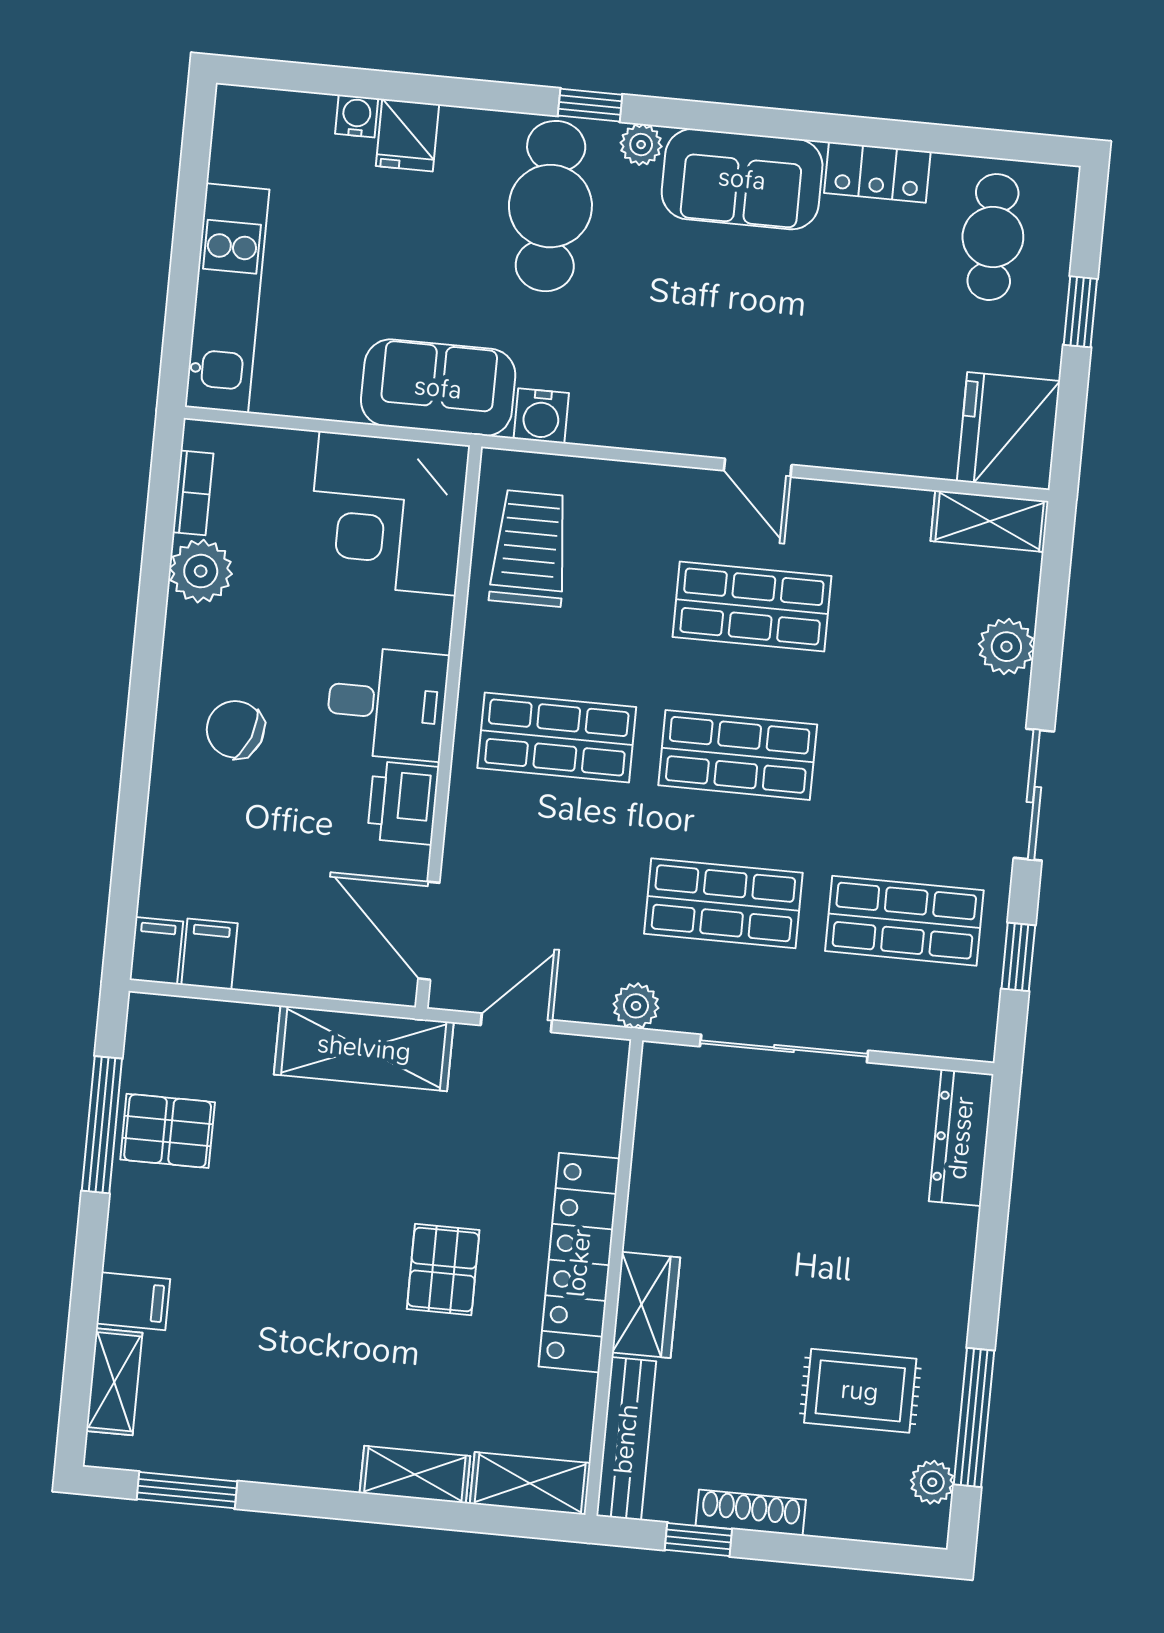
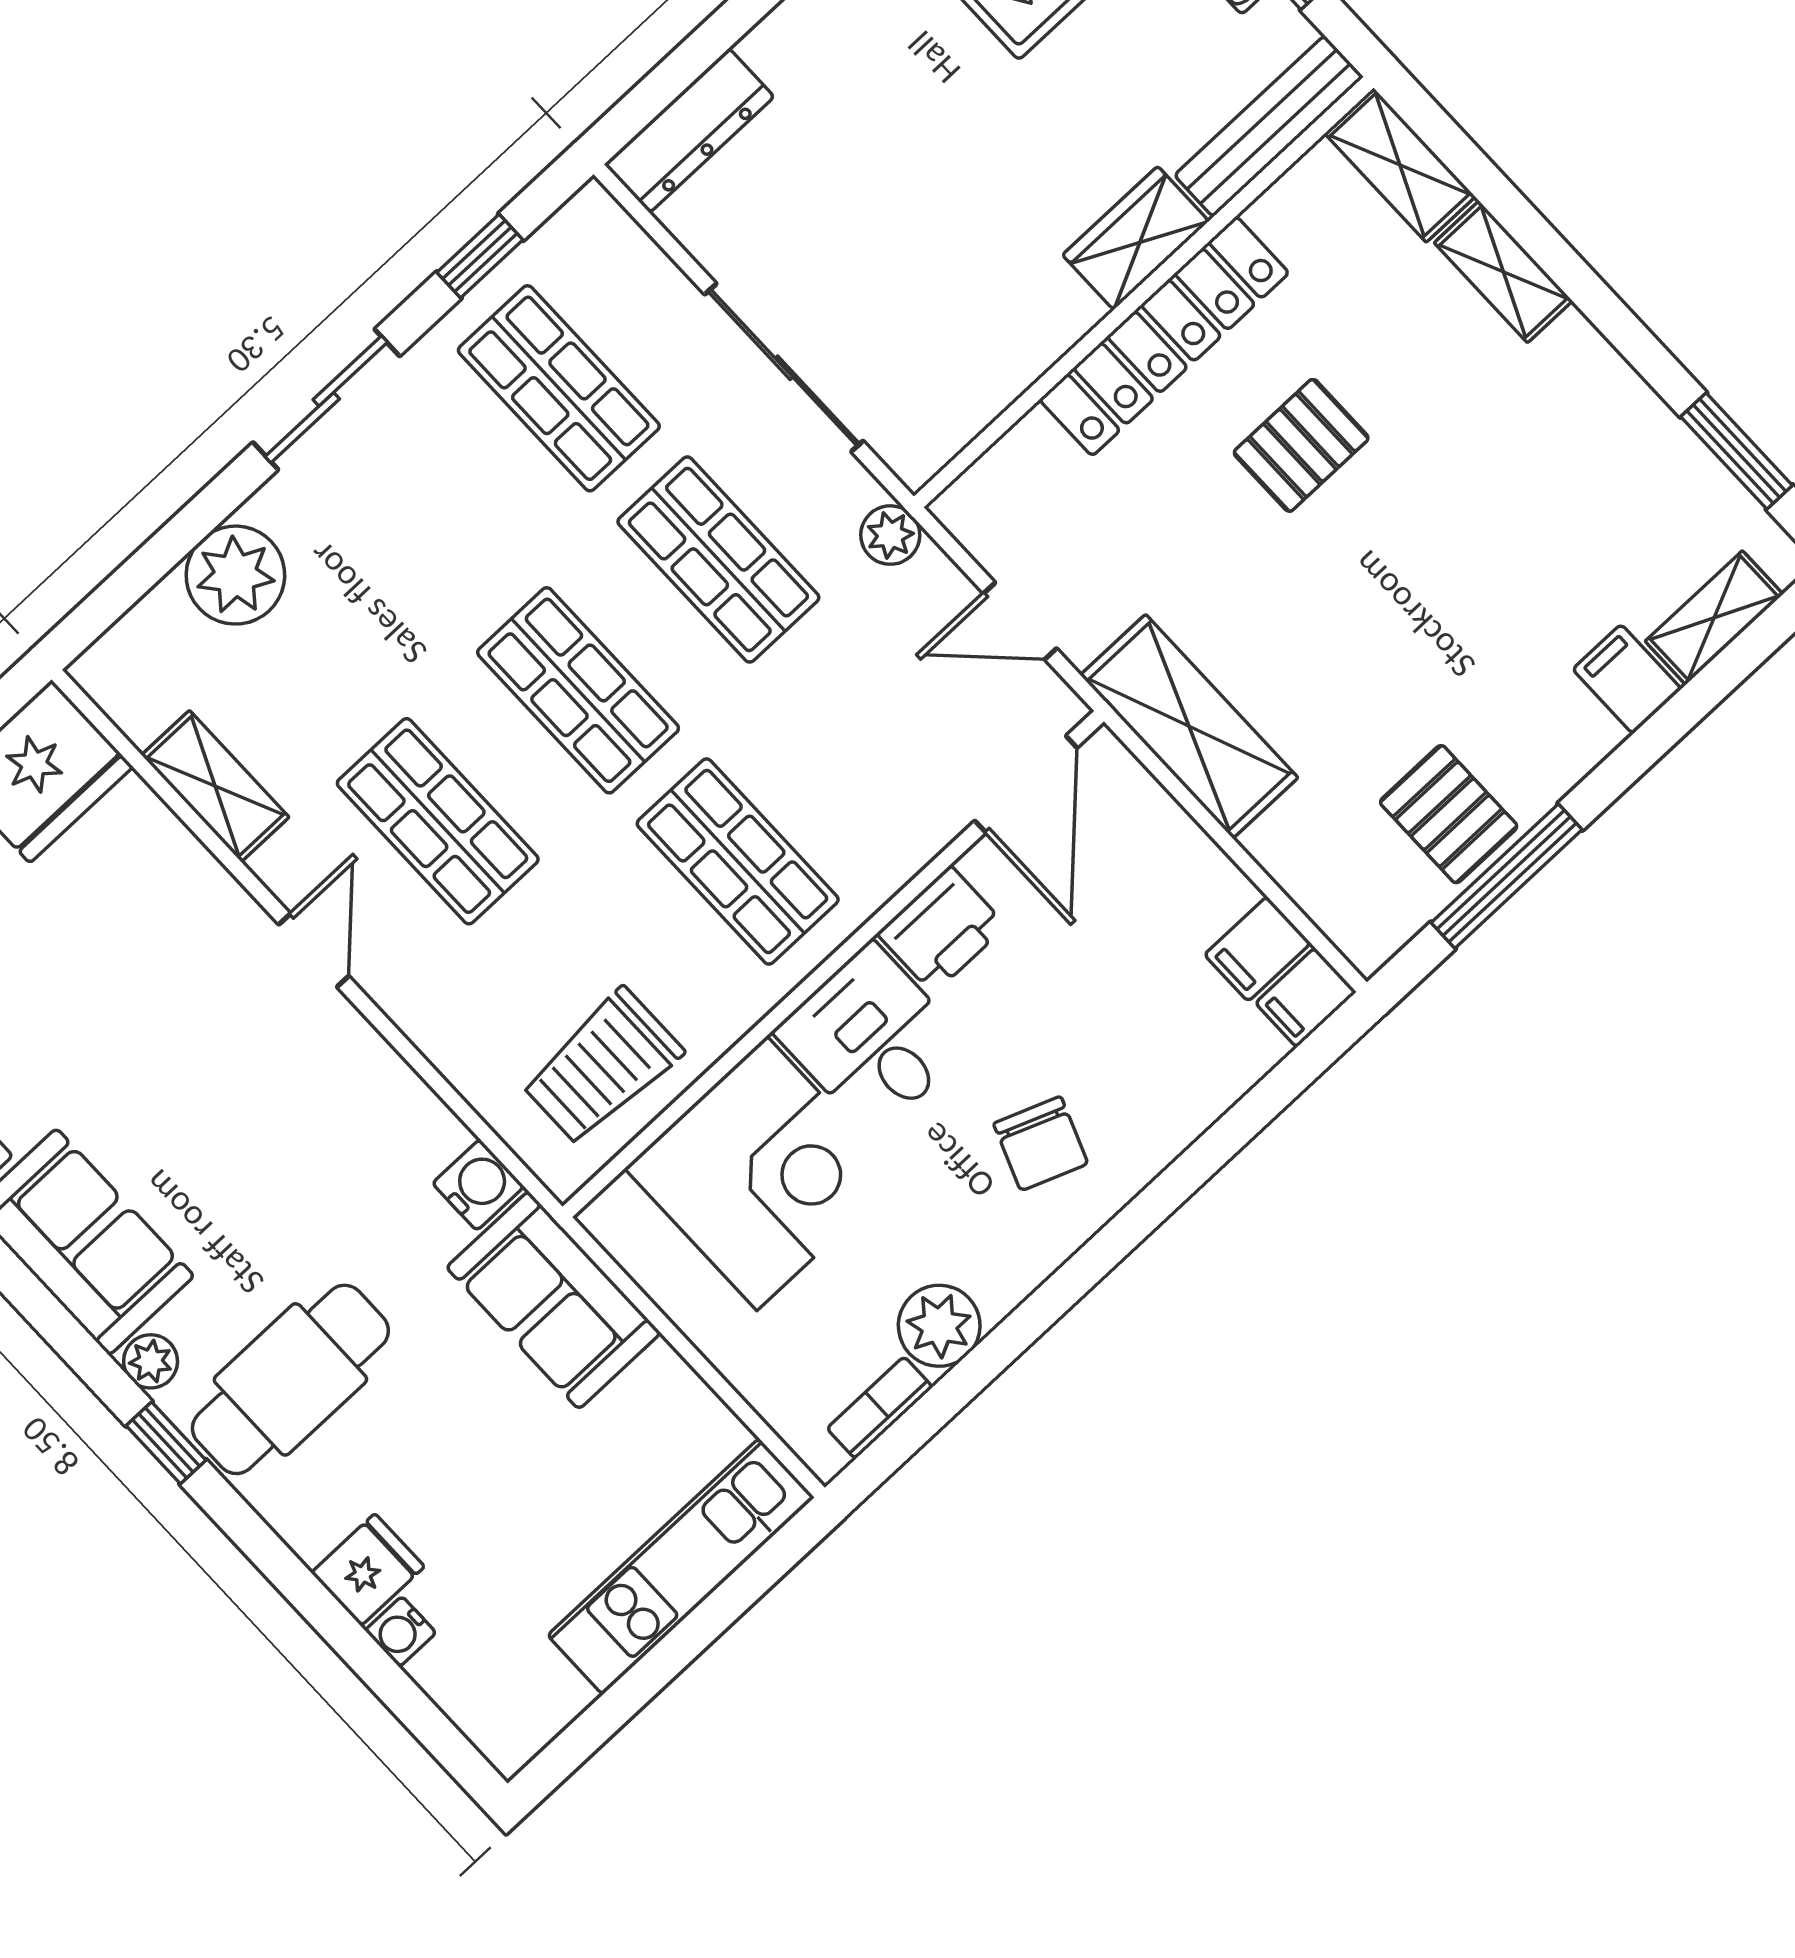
corner desk: (388, 513) -> (762, 1173), moved
shelving: (990, 521) -> (215, 786), moved
plant: (1006, 647) -> (235, 575), width x1.36, depth x1.36

